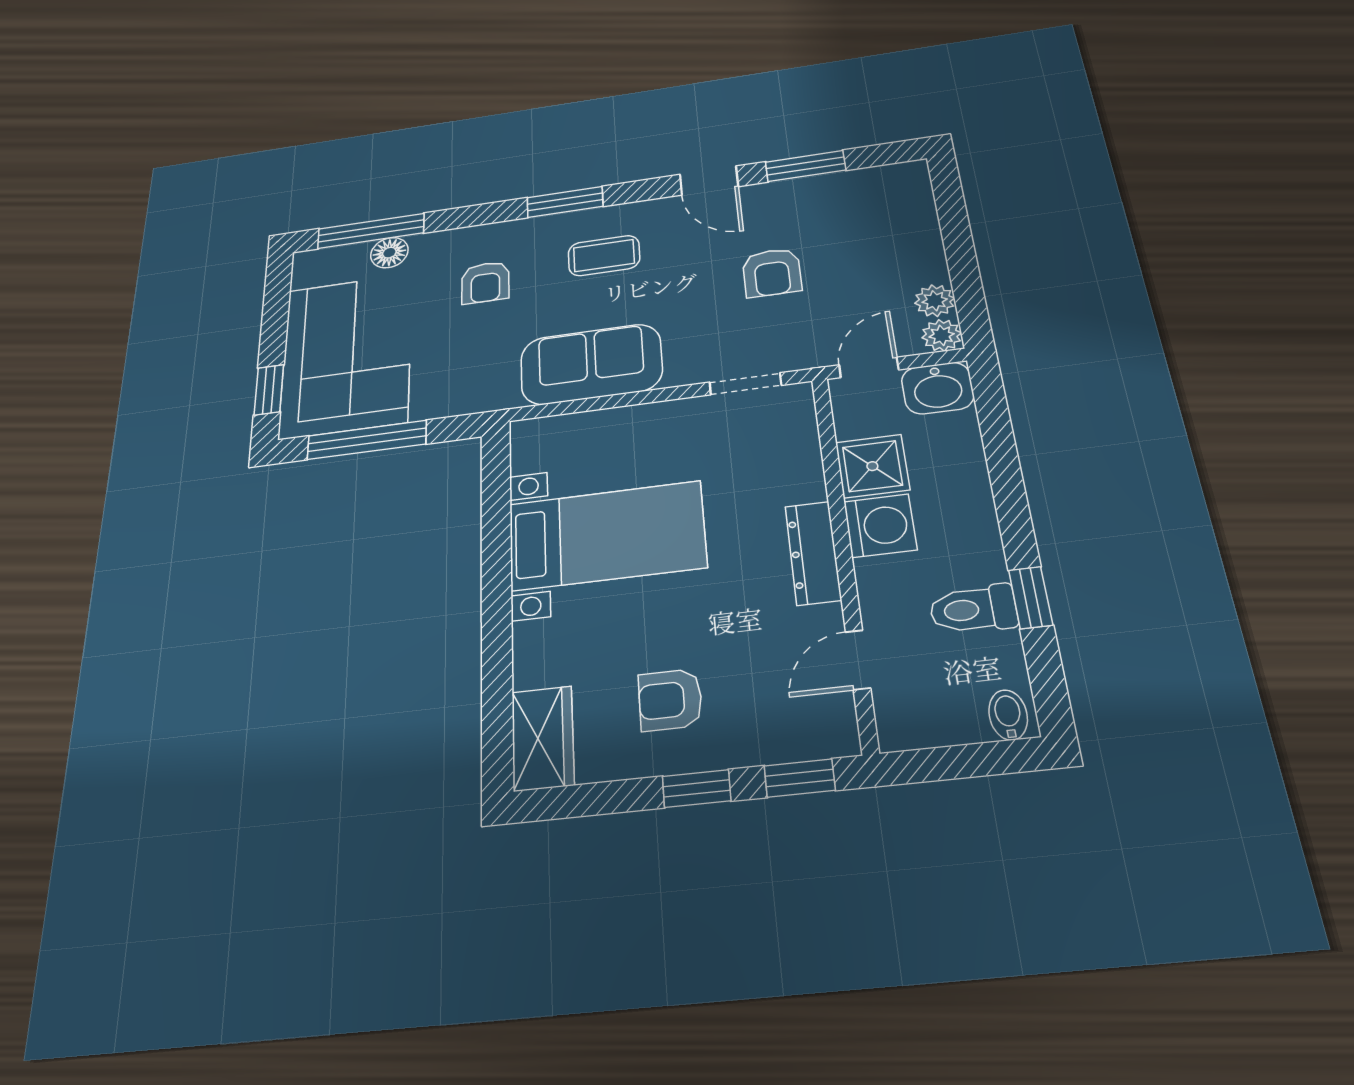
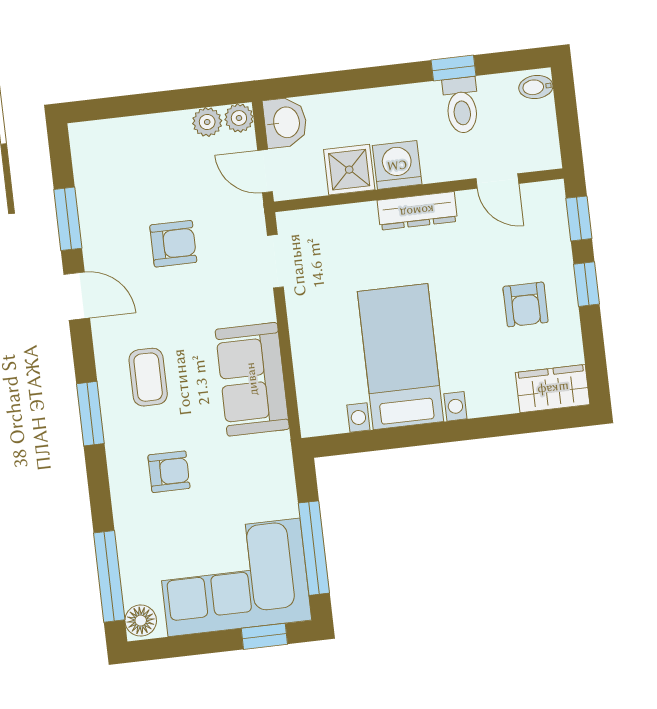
door: (709, 180) -> (77, 296), hinge flipped
floor lamp: (389, 253) -> (141, 621), moved

